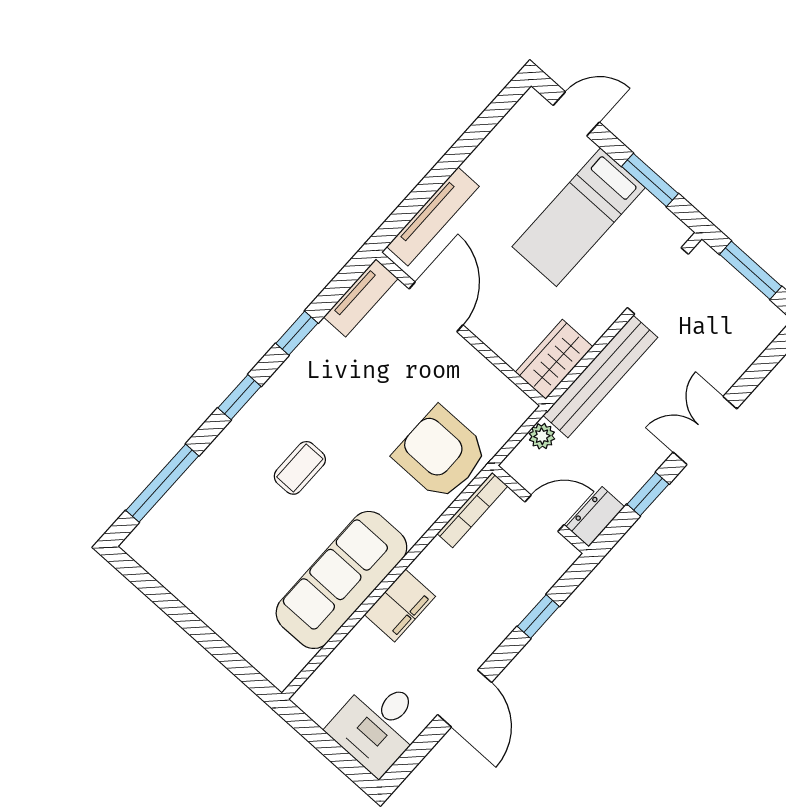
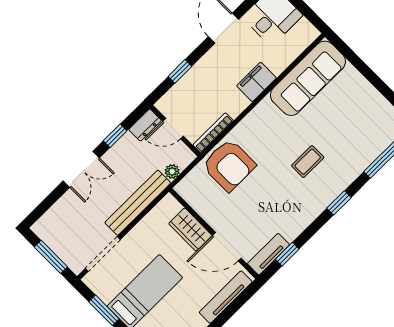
door: (436, 307) -> (227, 247), hinge flipped
window: (297, 333) -> (287, 254), moved
wardrobe: (554, 359) -> (190, 230), moved, turned 90
sofa: (341, 580) -> (308, 78), moved

